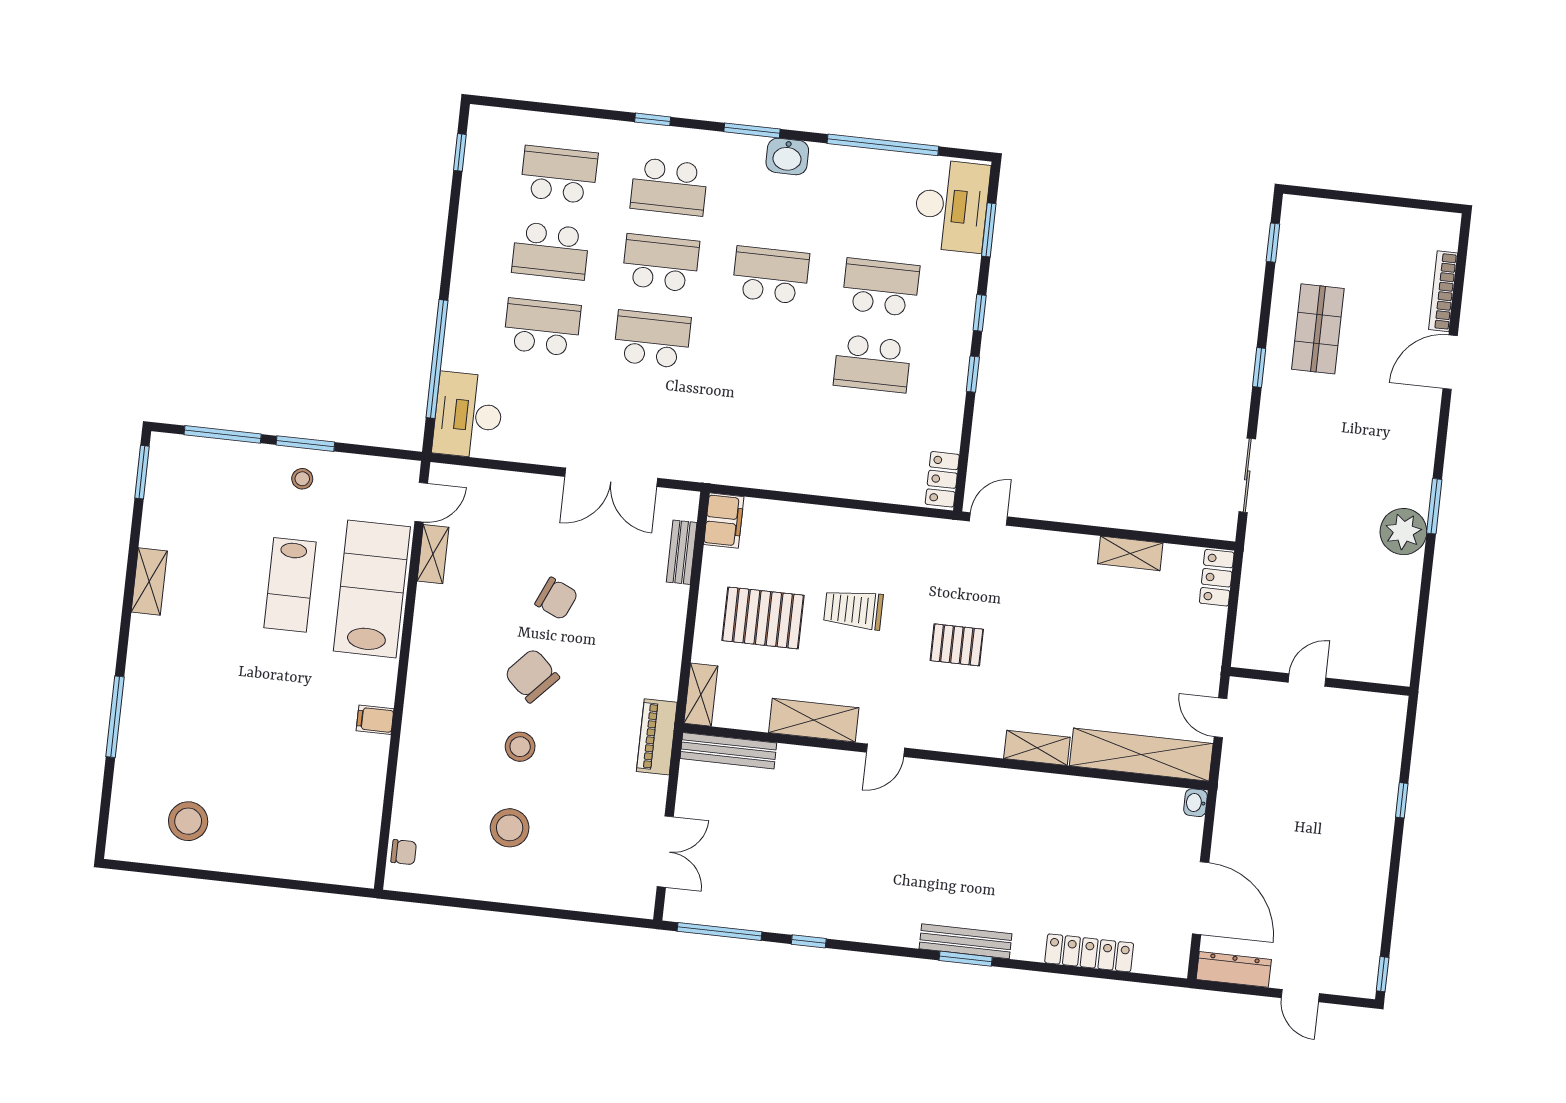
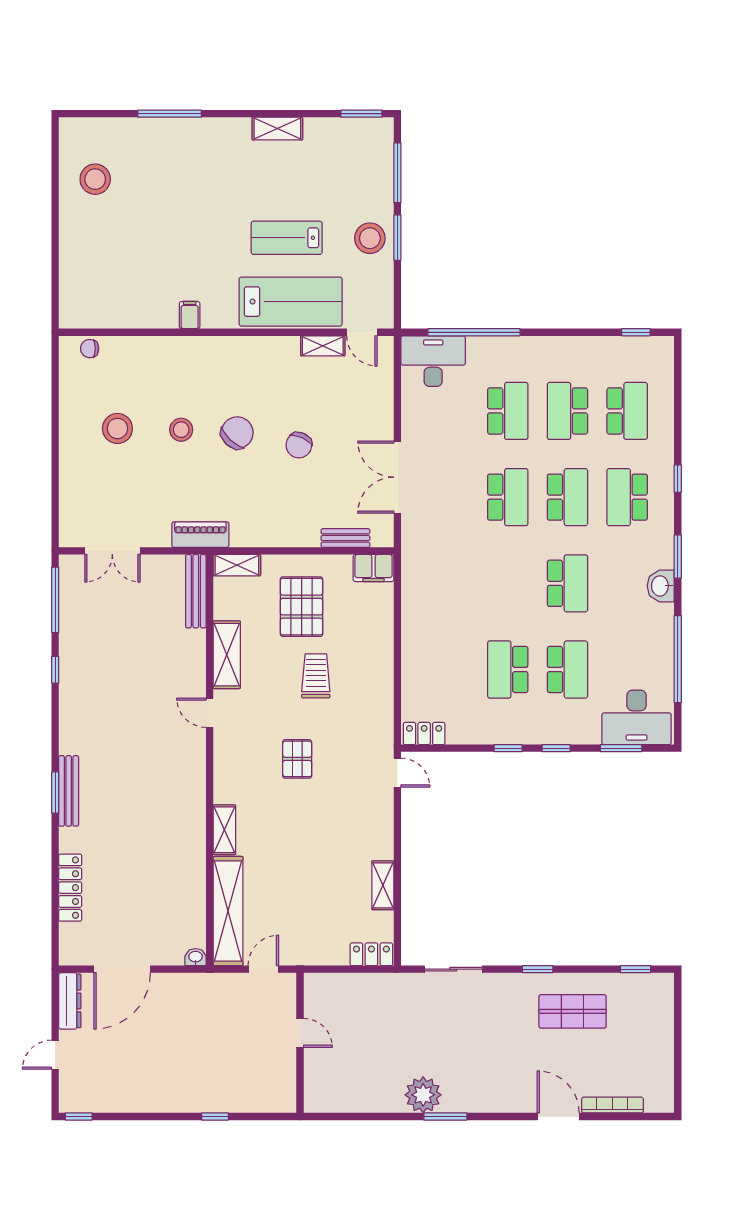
stool: (302, 479) -> (370, 238), width x1.89, depth x1.89
chair: (404, 852) -> (90, 349), turned 90

